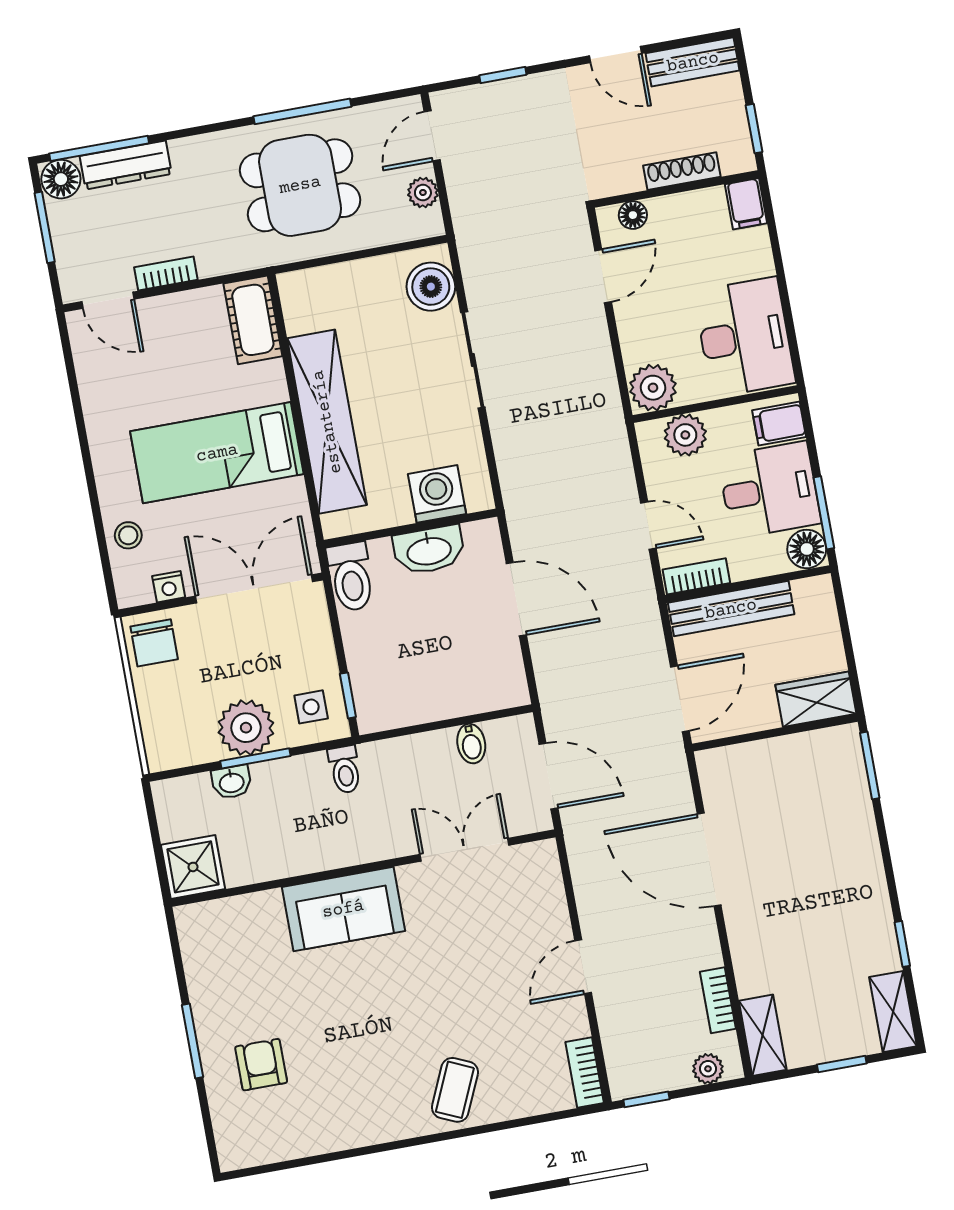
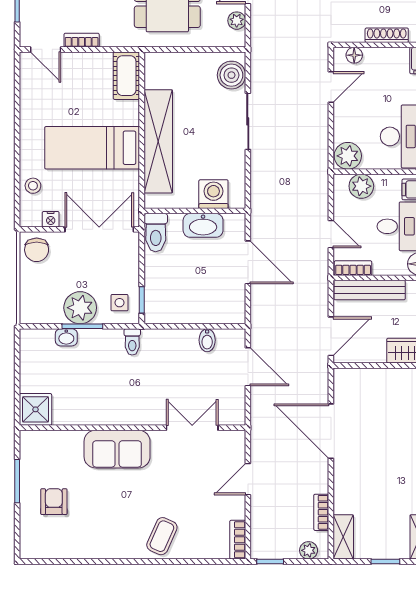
double door: (464, 850) -> (192, 428), moved
shower: (193, 867) -> (35, 409), moved
wall: (363, 868) -> (133, 428), moved
sofa: (343, 909) -> (117, 449), moved

